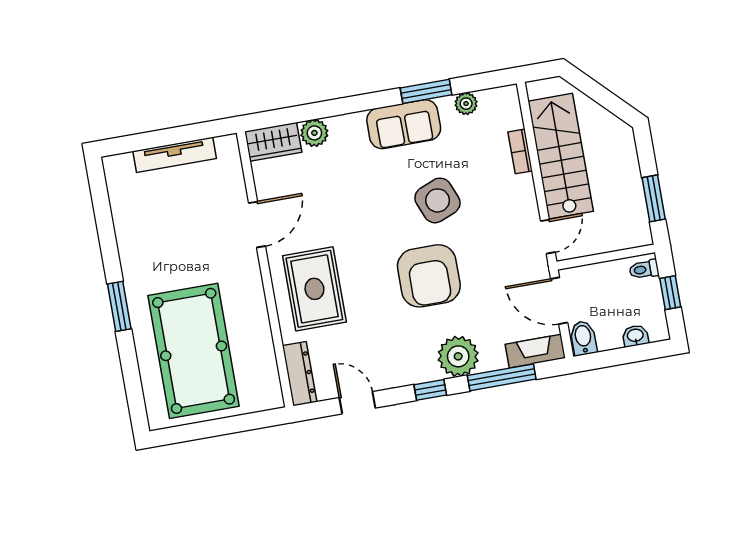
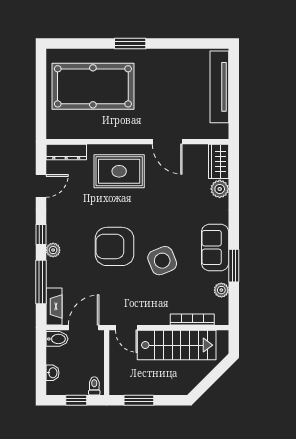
bookcase: (520, 151) -> (192, 319), width x1.56
tv unit: (175, 155) -> (219, 87), width x1.36, depth x1.29
plant: (458, 356) -> (53, 250), width x0.53, depth x0.53

